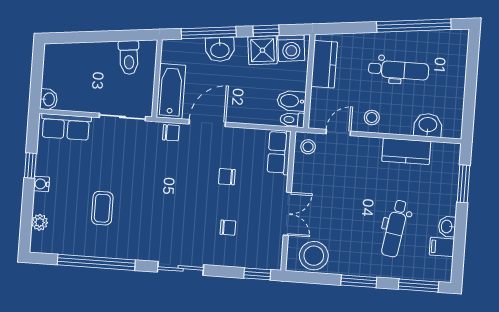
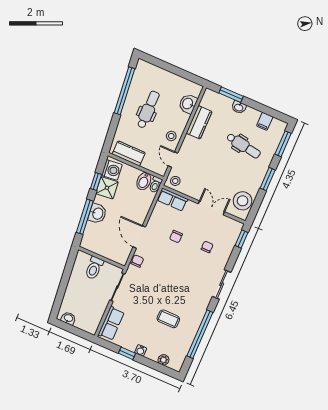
toilet: (129, 58) -> (94, 268), moved, turned 96
bathtub: (171, 91) -> (112, 252), removed
washbasin: (49, 99) -> (68, 318), moved
washbasin: (447, 227) -> (239, 107), moved

